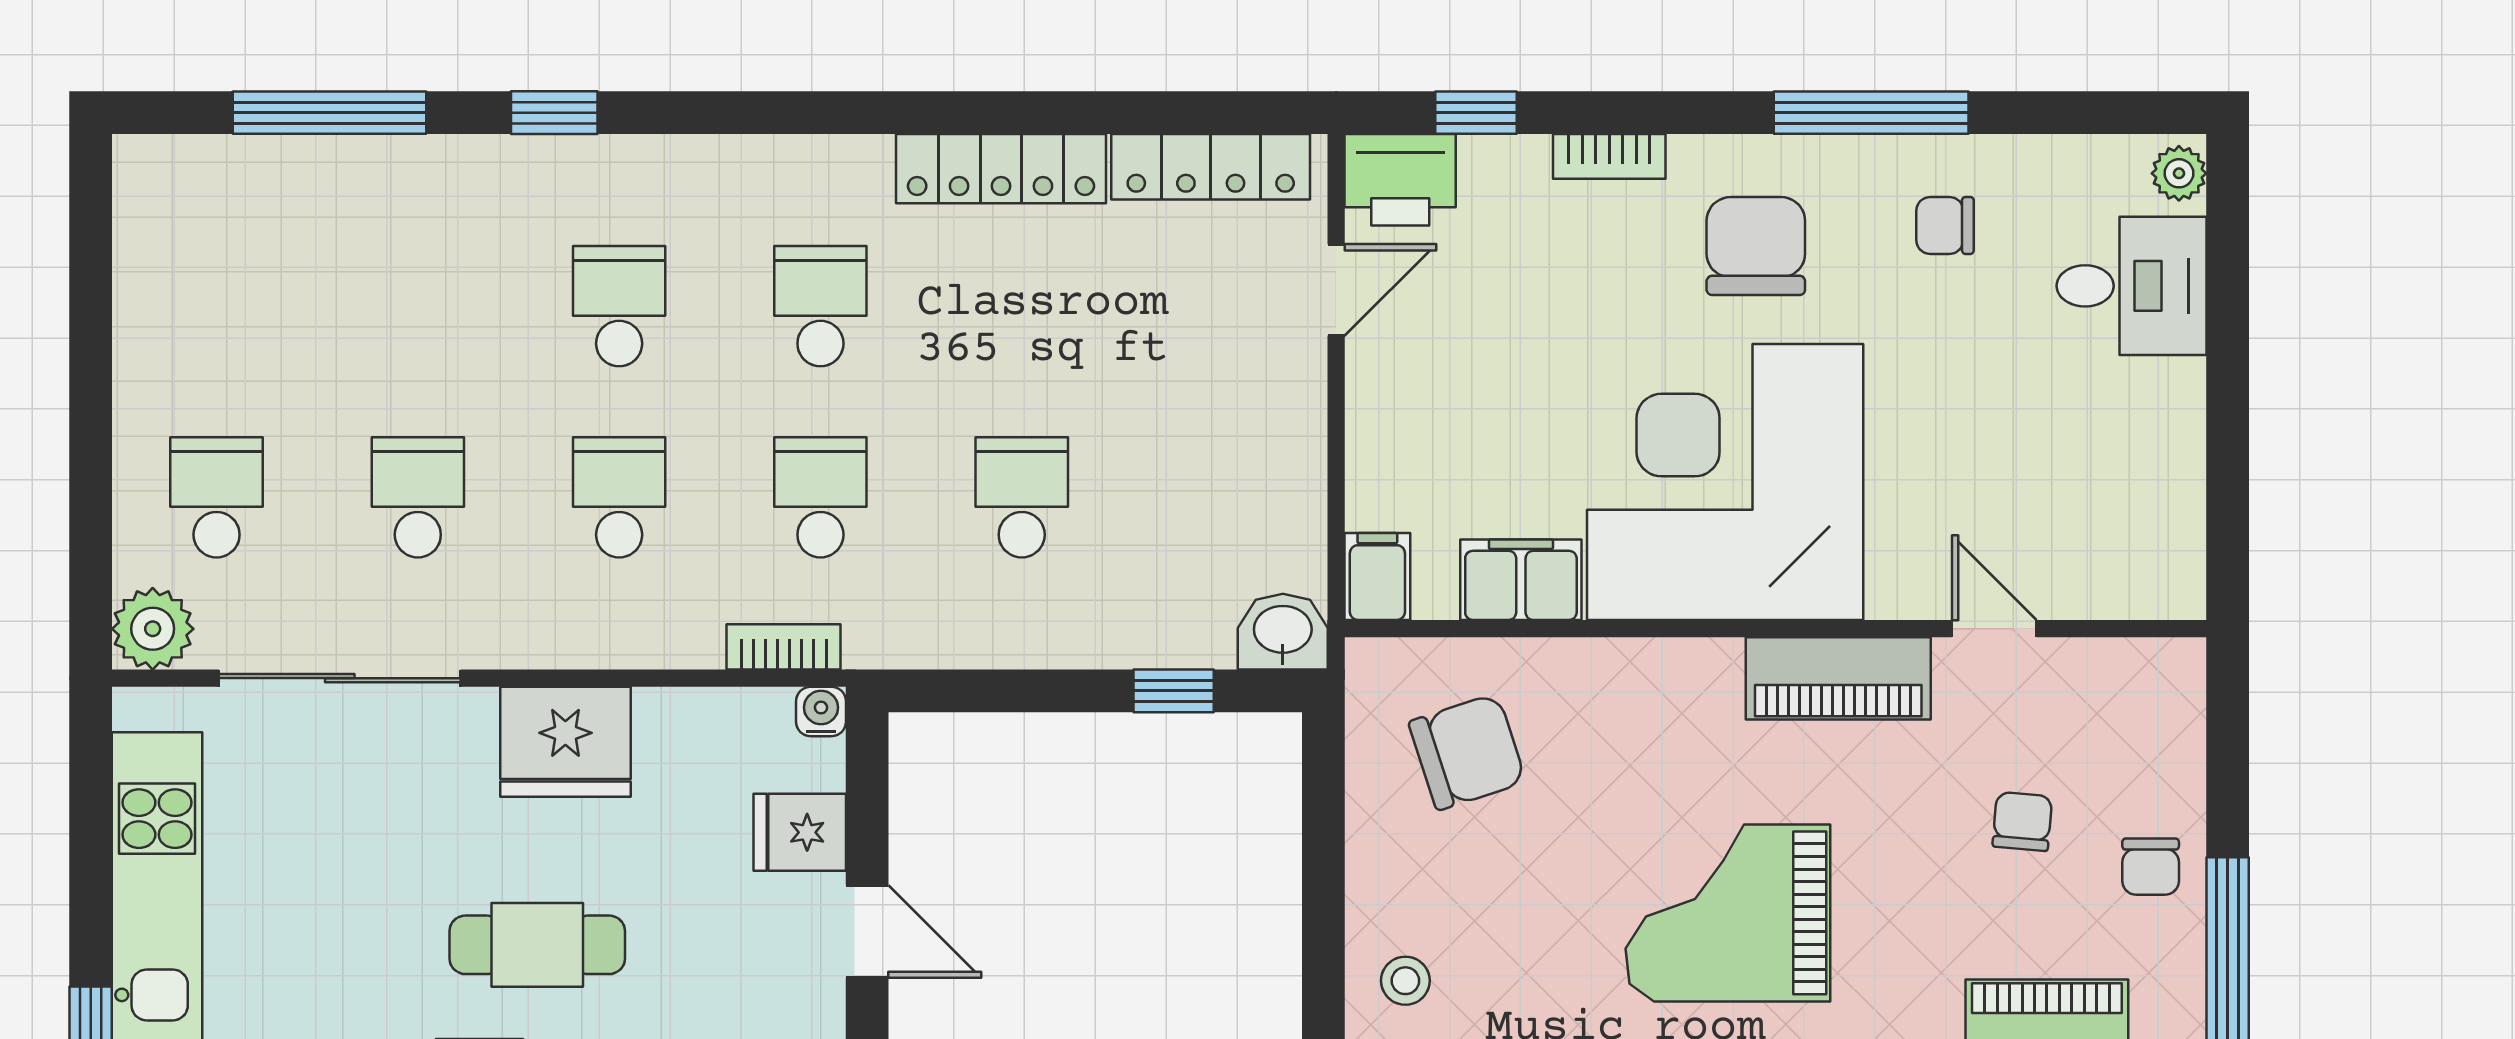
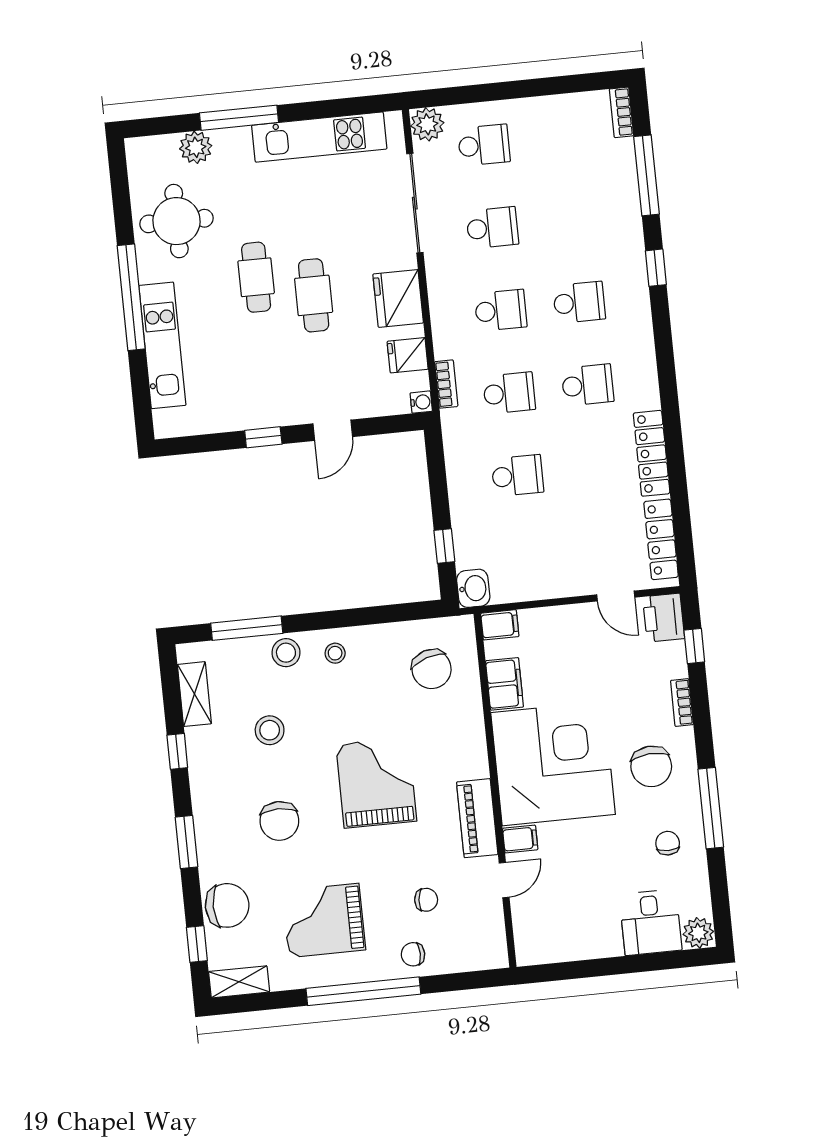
bookcase: (171, 158) -> (621, 112), added
plant: (2179, 173) -> (698, 933), width x1.38, depth x1.38
chair: (1756, 246) -> (651, 766), turned 86
filing cabinet: (1899, 580) -> (520, 839), added
fridge: (800, 832) -> (408, 355), moved, turned -90

